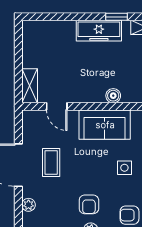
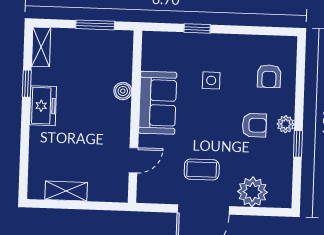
freezer: (99, 31) -> (43, 106), width x0.71
shelving: (30, 86) -> (66, 191), moved
plant: (28, 205) -> (252, 192), width x1.87, depth x1.87

